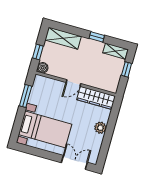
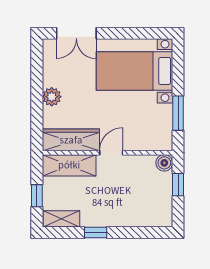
shelving: (63, 38) -> (69, 165), moved

